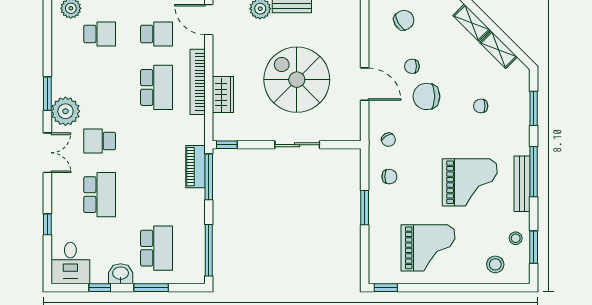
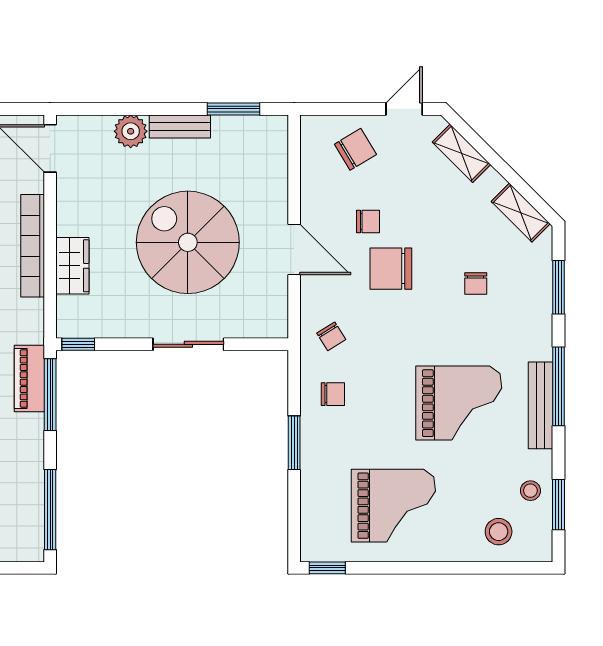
shelving: (499, 50) -> (521, 213), moved
chair: (412, 66) -> (368, 221), turned 180
chair: (481, 106) -> (476, 284), turned -90

